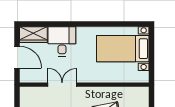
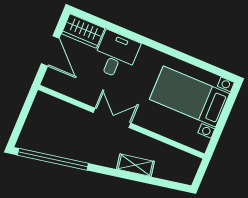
double door: (62, 85) -> (112, 118), moved

